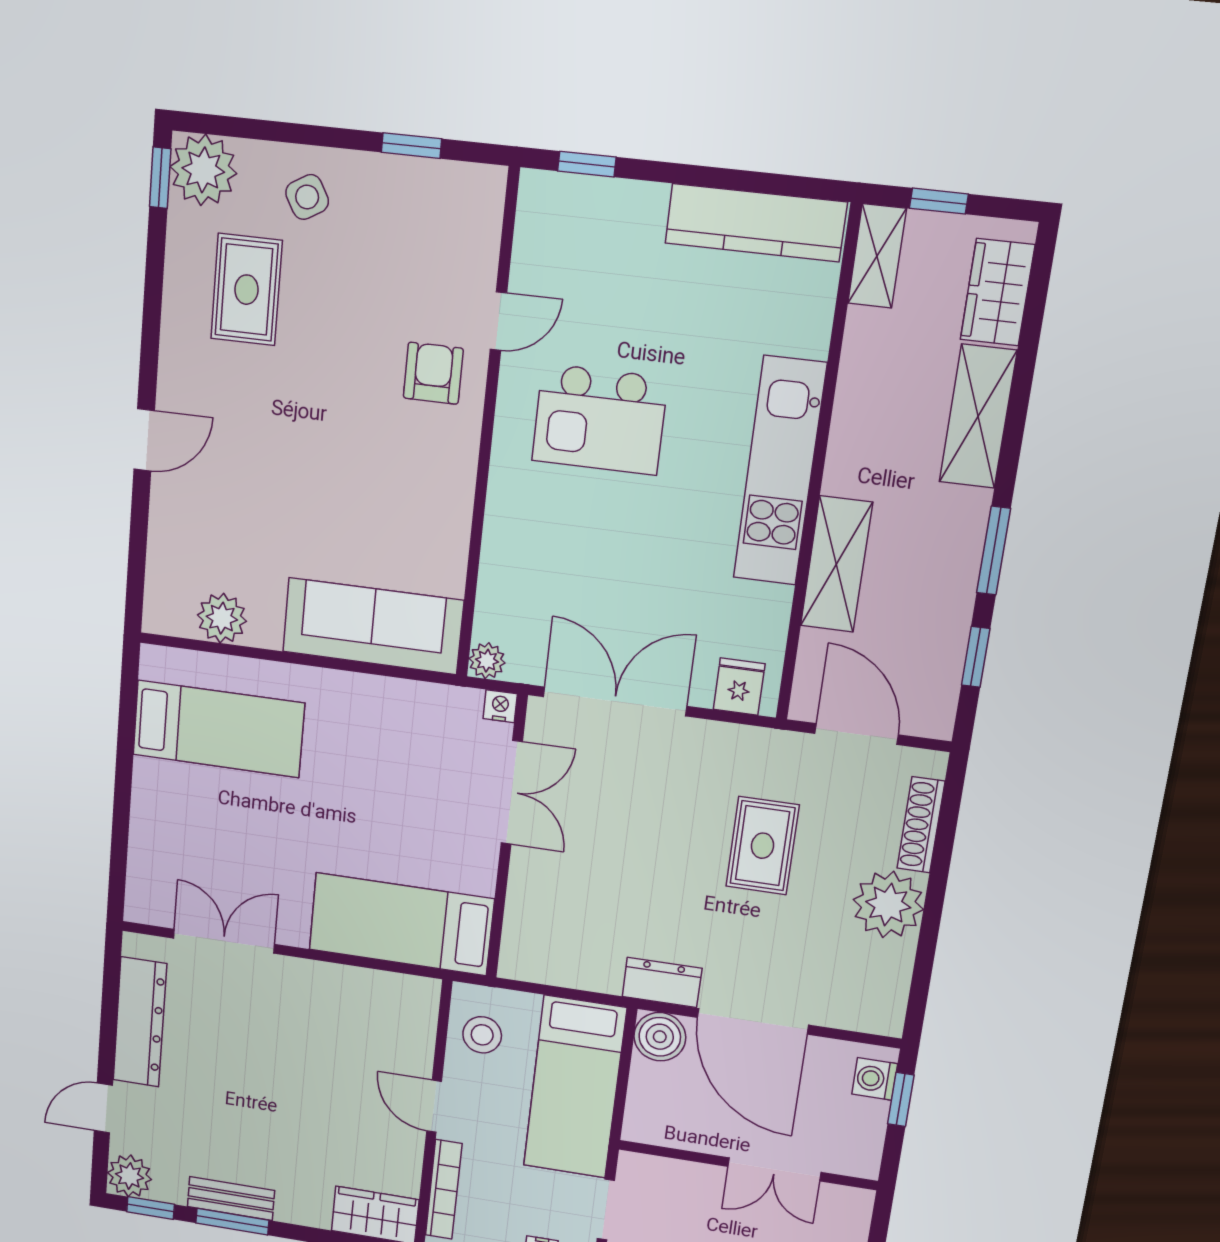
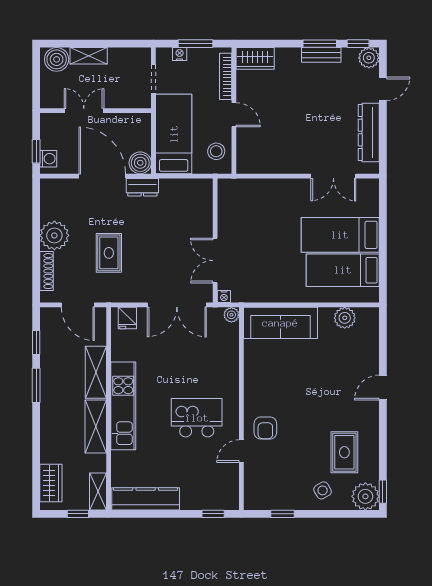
shelving: (978, 416) -> (96, 427), moved
bed: (401, 924) -> (340, 235), moved, turned 180

